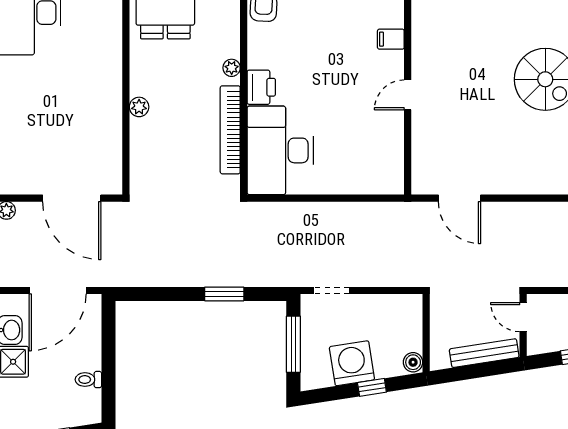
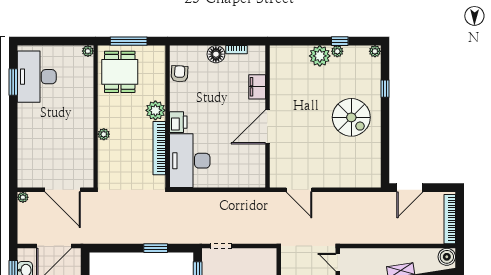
filing cabinet: (391, 39) -> (257, 87), width x2.00
plant: (232, 68) -> (155, 110), width x1.87, depth x1.87
door: (408, 95) -> (267, 127), width x1.87

